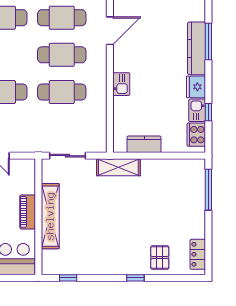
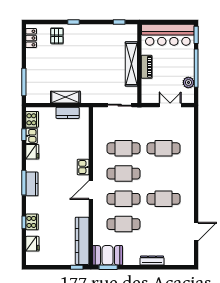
kitchen counter: (197, 48) -> (32, 184), width x0.67
kitchen sink: (121, 84) -> (83, 167), moved
shelving: (118, 167) -> (65, 97), moved

